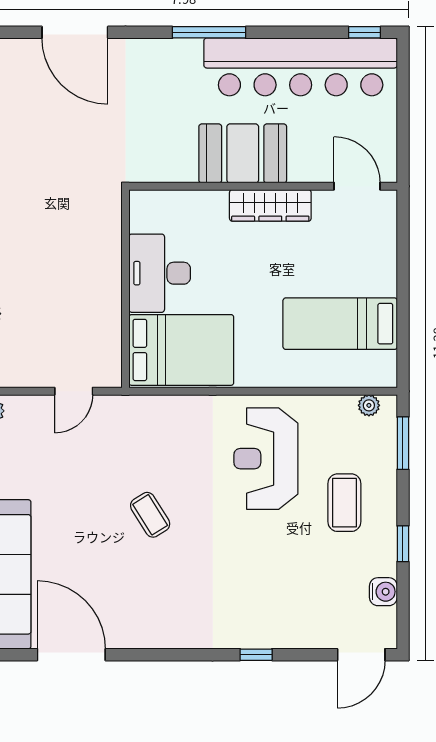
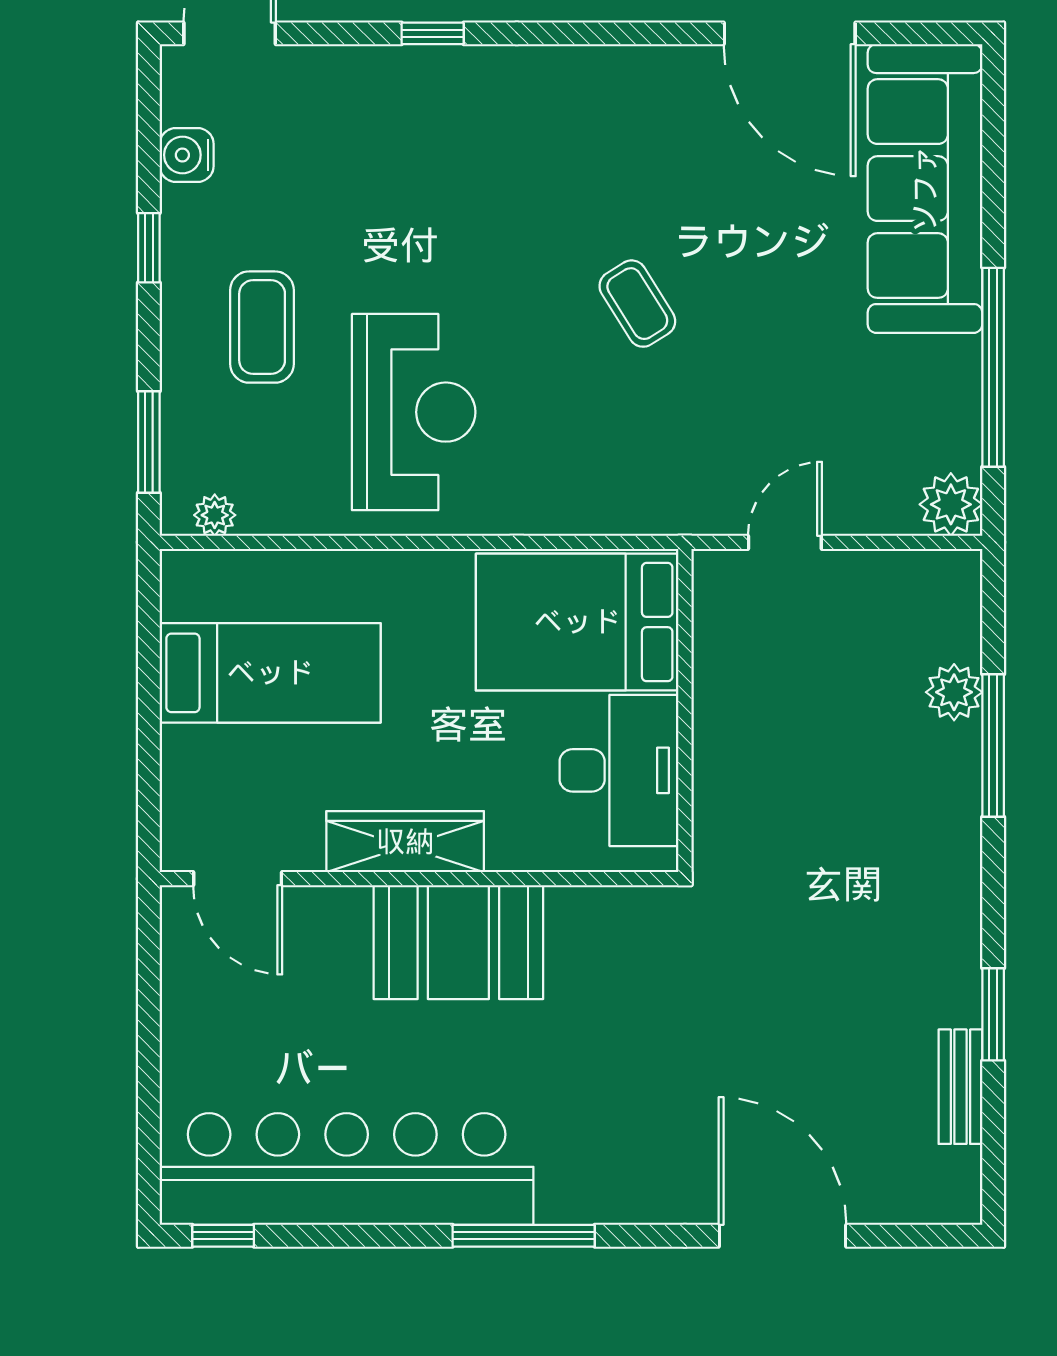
booth: (243, 153) -> (458, 942), moved
wall: (263, 186) -> (419, 879), moved
door: (357, 186) -> (238, 879), moved
wardrobe: (270, 205) -> (405, 842), moved

